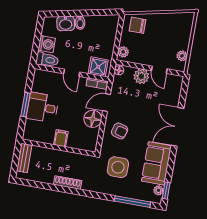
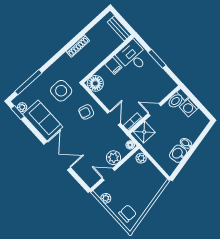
washbasin: (66, 23) -> (178, 154), moved
chair: (138, 25) -> (128, 213), moved
desk: (43, 107) -> (133, 56), moved, turned -90
floor lamp: (93, 119) -> (95, 83), moved

